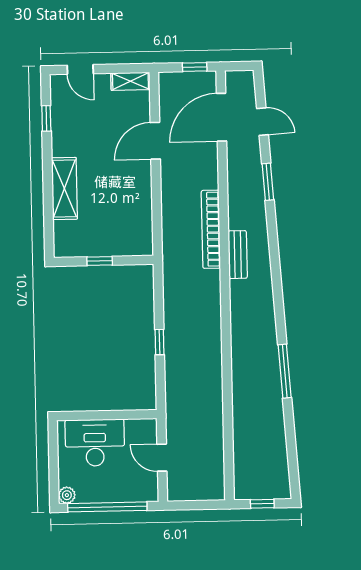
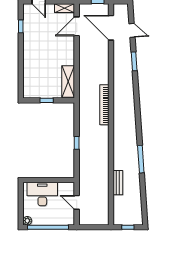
door: (222, 117) -> (111, 28), hinge flipped
door: (155, 141) -> (77, 26), moved
shelving: (64, 188) -> (68, 81), moved
bookcase: (211, 229) -> (104, 105), moved
bench: (238, 255) -> (118, 183), moved

